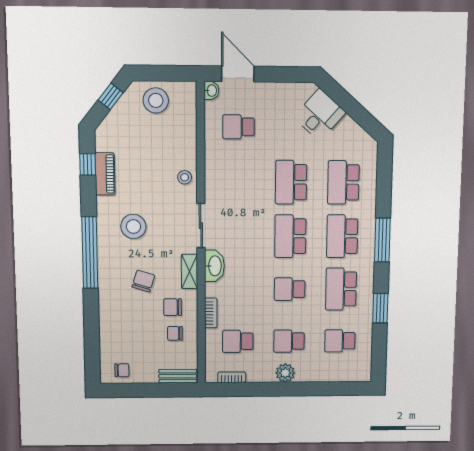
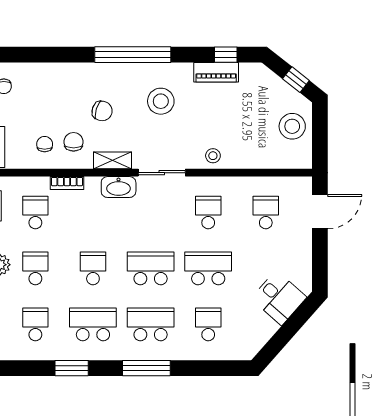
washbasin: (211, 91) -> (303, 184), removed
school desk: (238, 182) -> (208, 212), added
school desk: (343, 182) -> (208, 324), width x0.54

